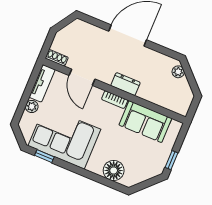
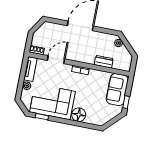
door: (82, 77) -> (56, 60), swing flipped
dresser: (126, 84) -> (104, 62), moved
sofa: (145, 122) -> (117, 90), moved, turned 90
floor lamp: (114, 171) -> (79, 115), moved

